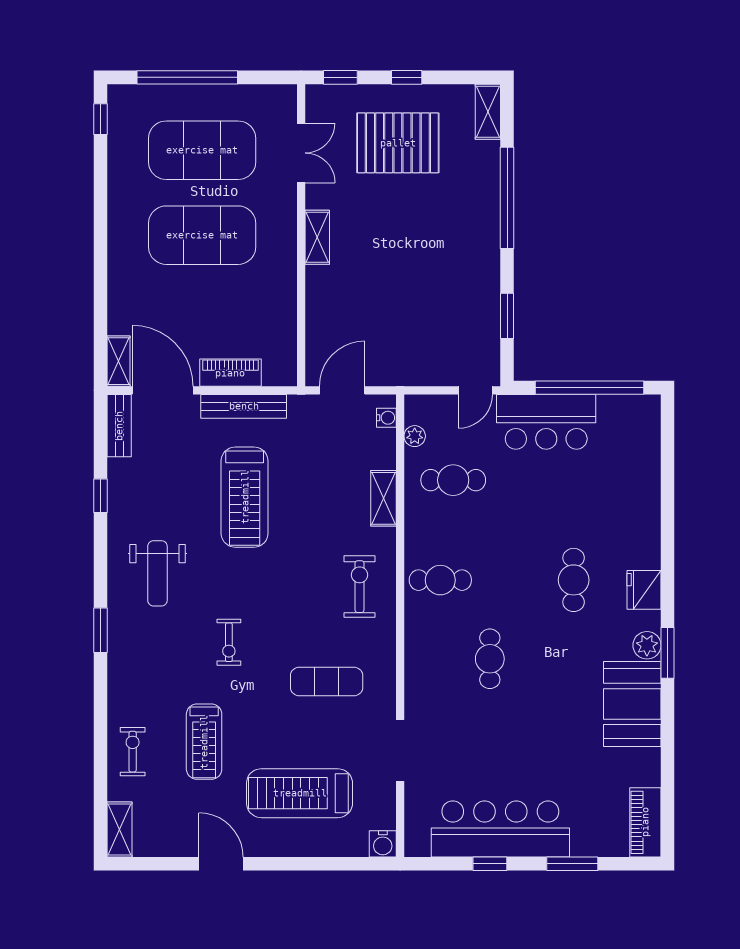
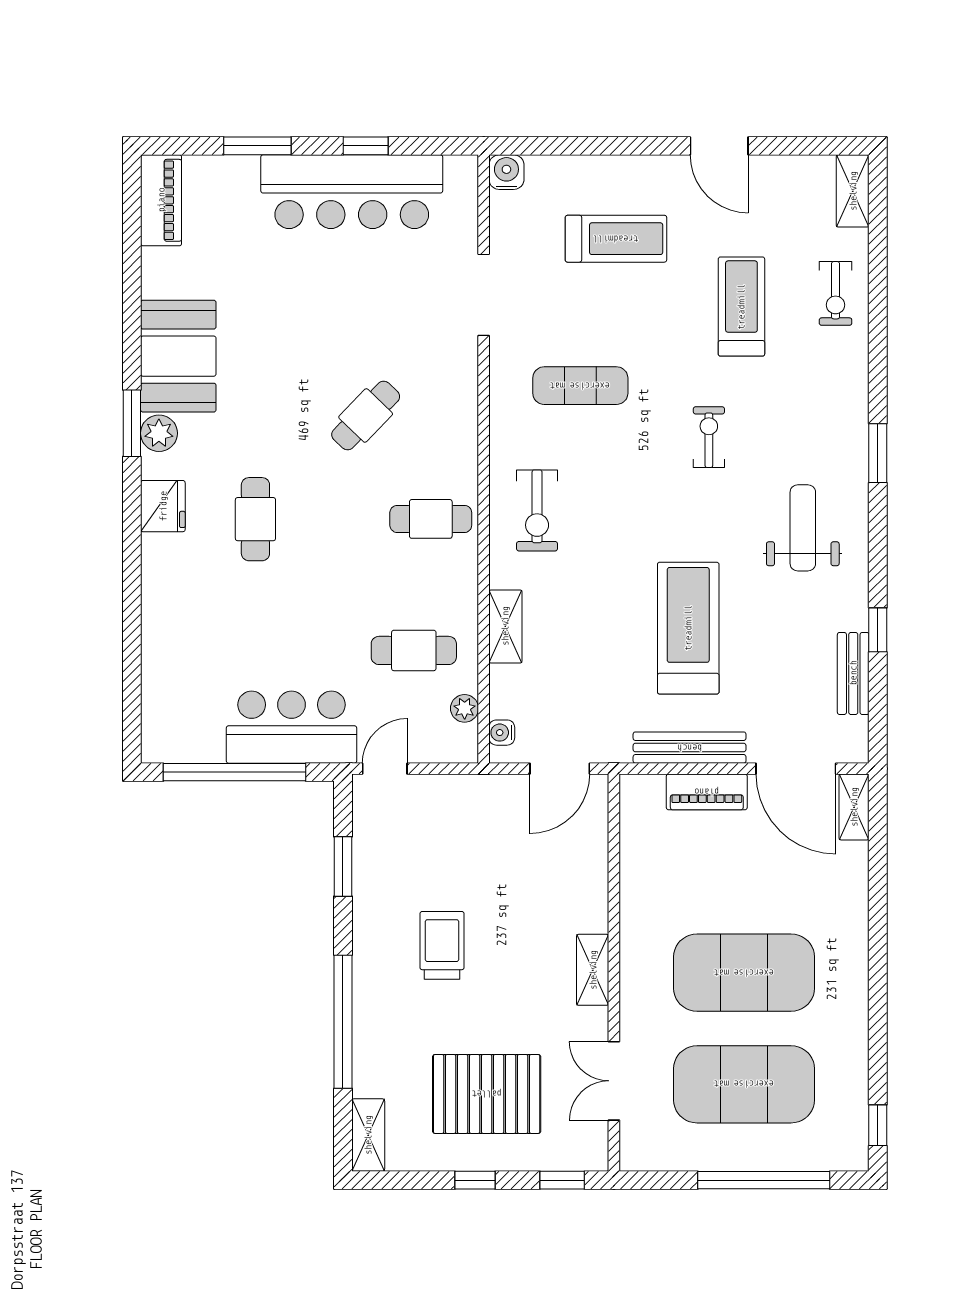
trolley: (432, 256) -> (442, 945), added
bench: (119, 426) -> (853, 673), moved
cafe table: (490, 659) -> (366, 415), turned 44
treadmill: (300, 793) -> (616, 239), width x0.73, depth x0.73

